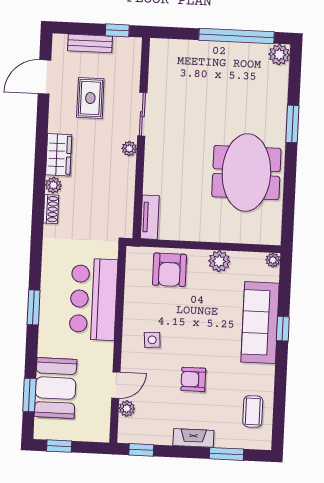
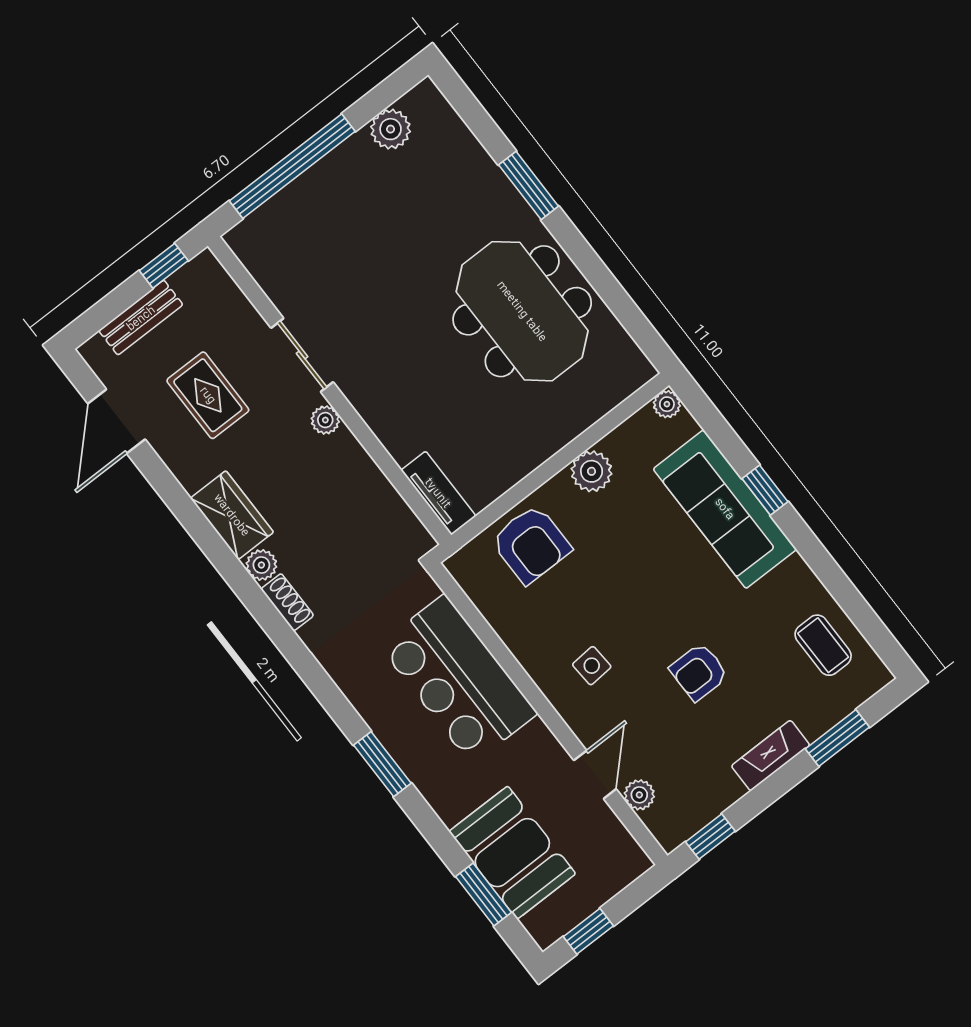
window: (236, 36) -> (292, 166), moved
plant: (279, 55) -> (391, 129), moved

